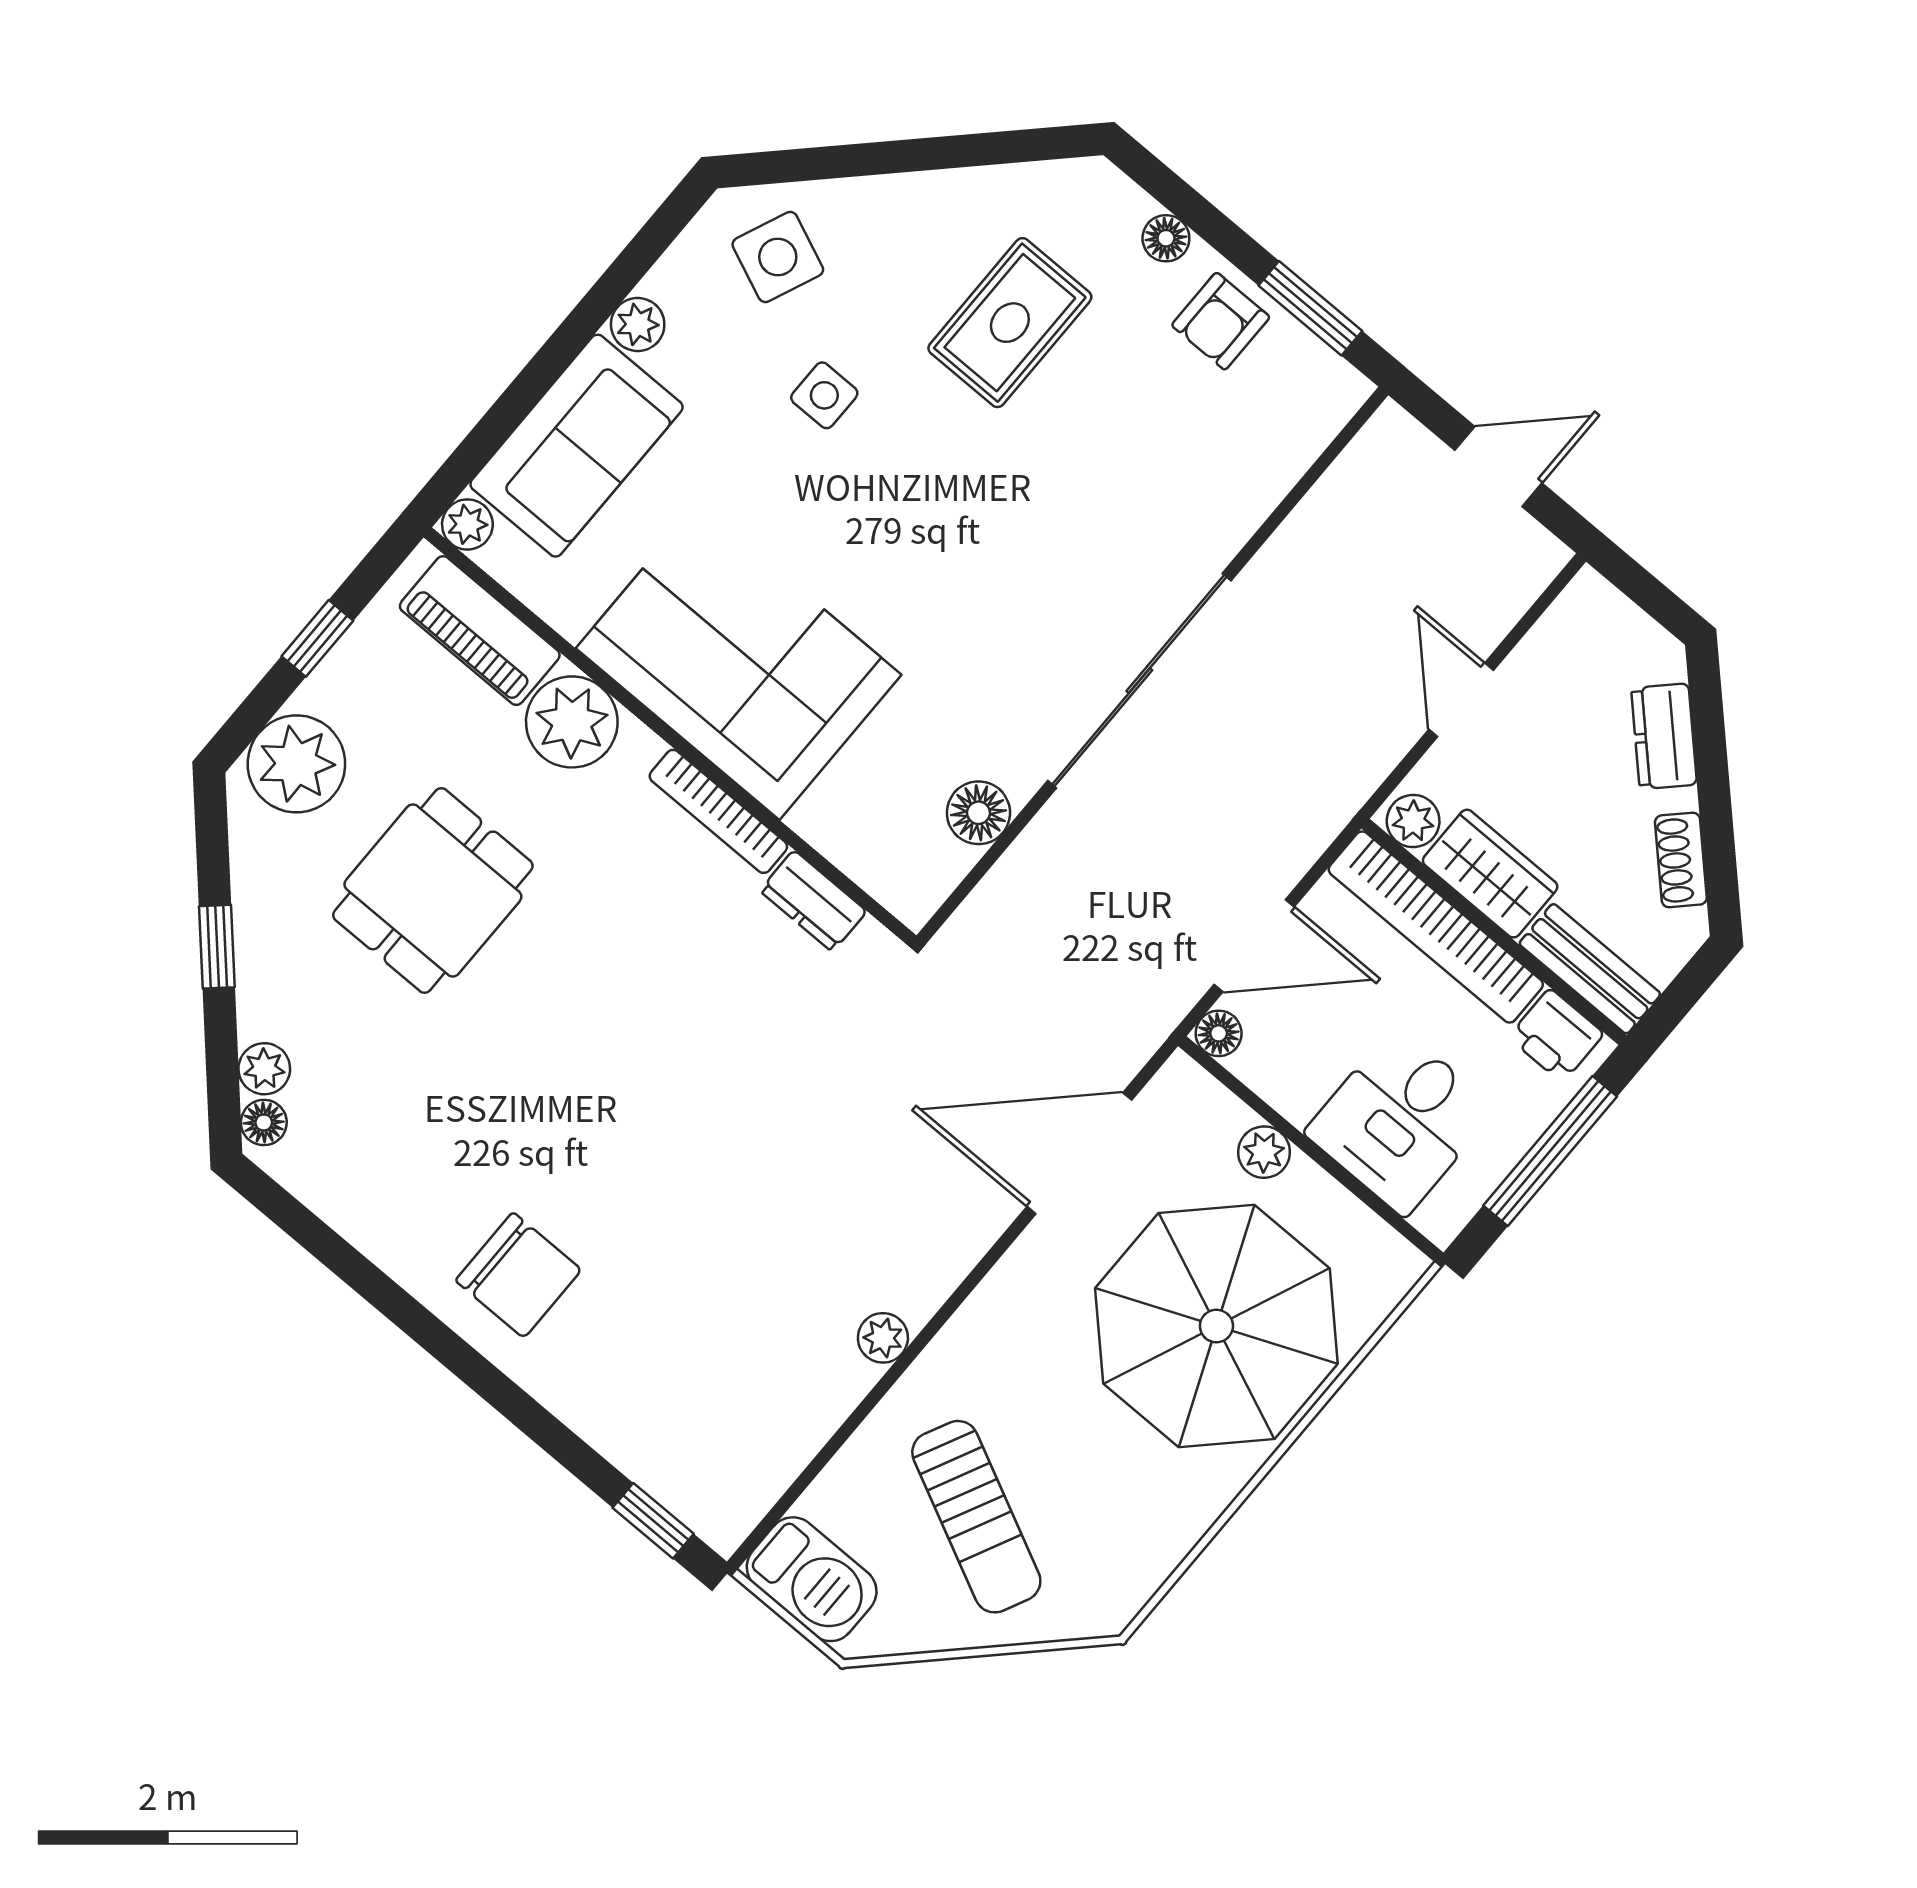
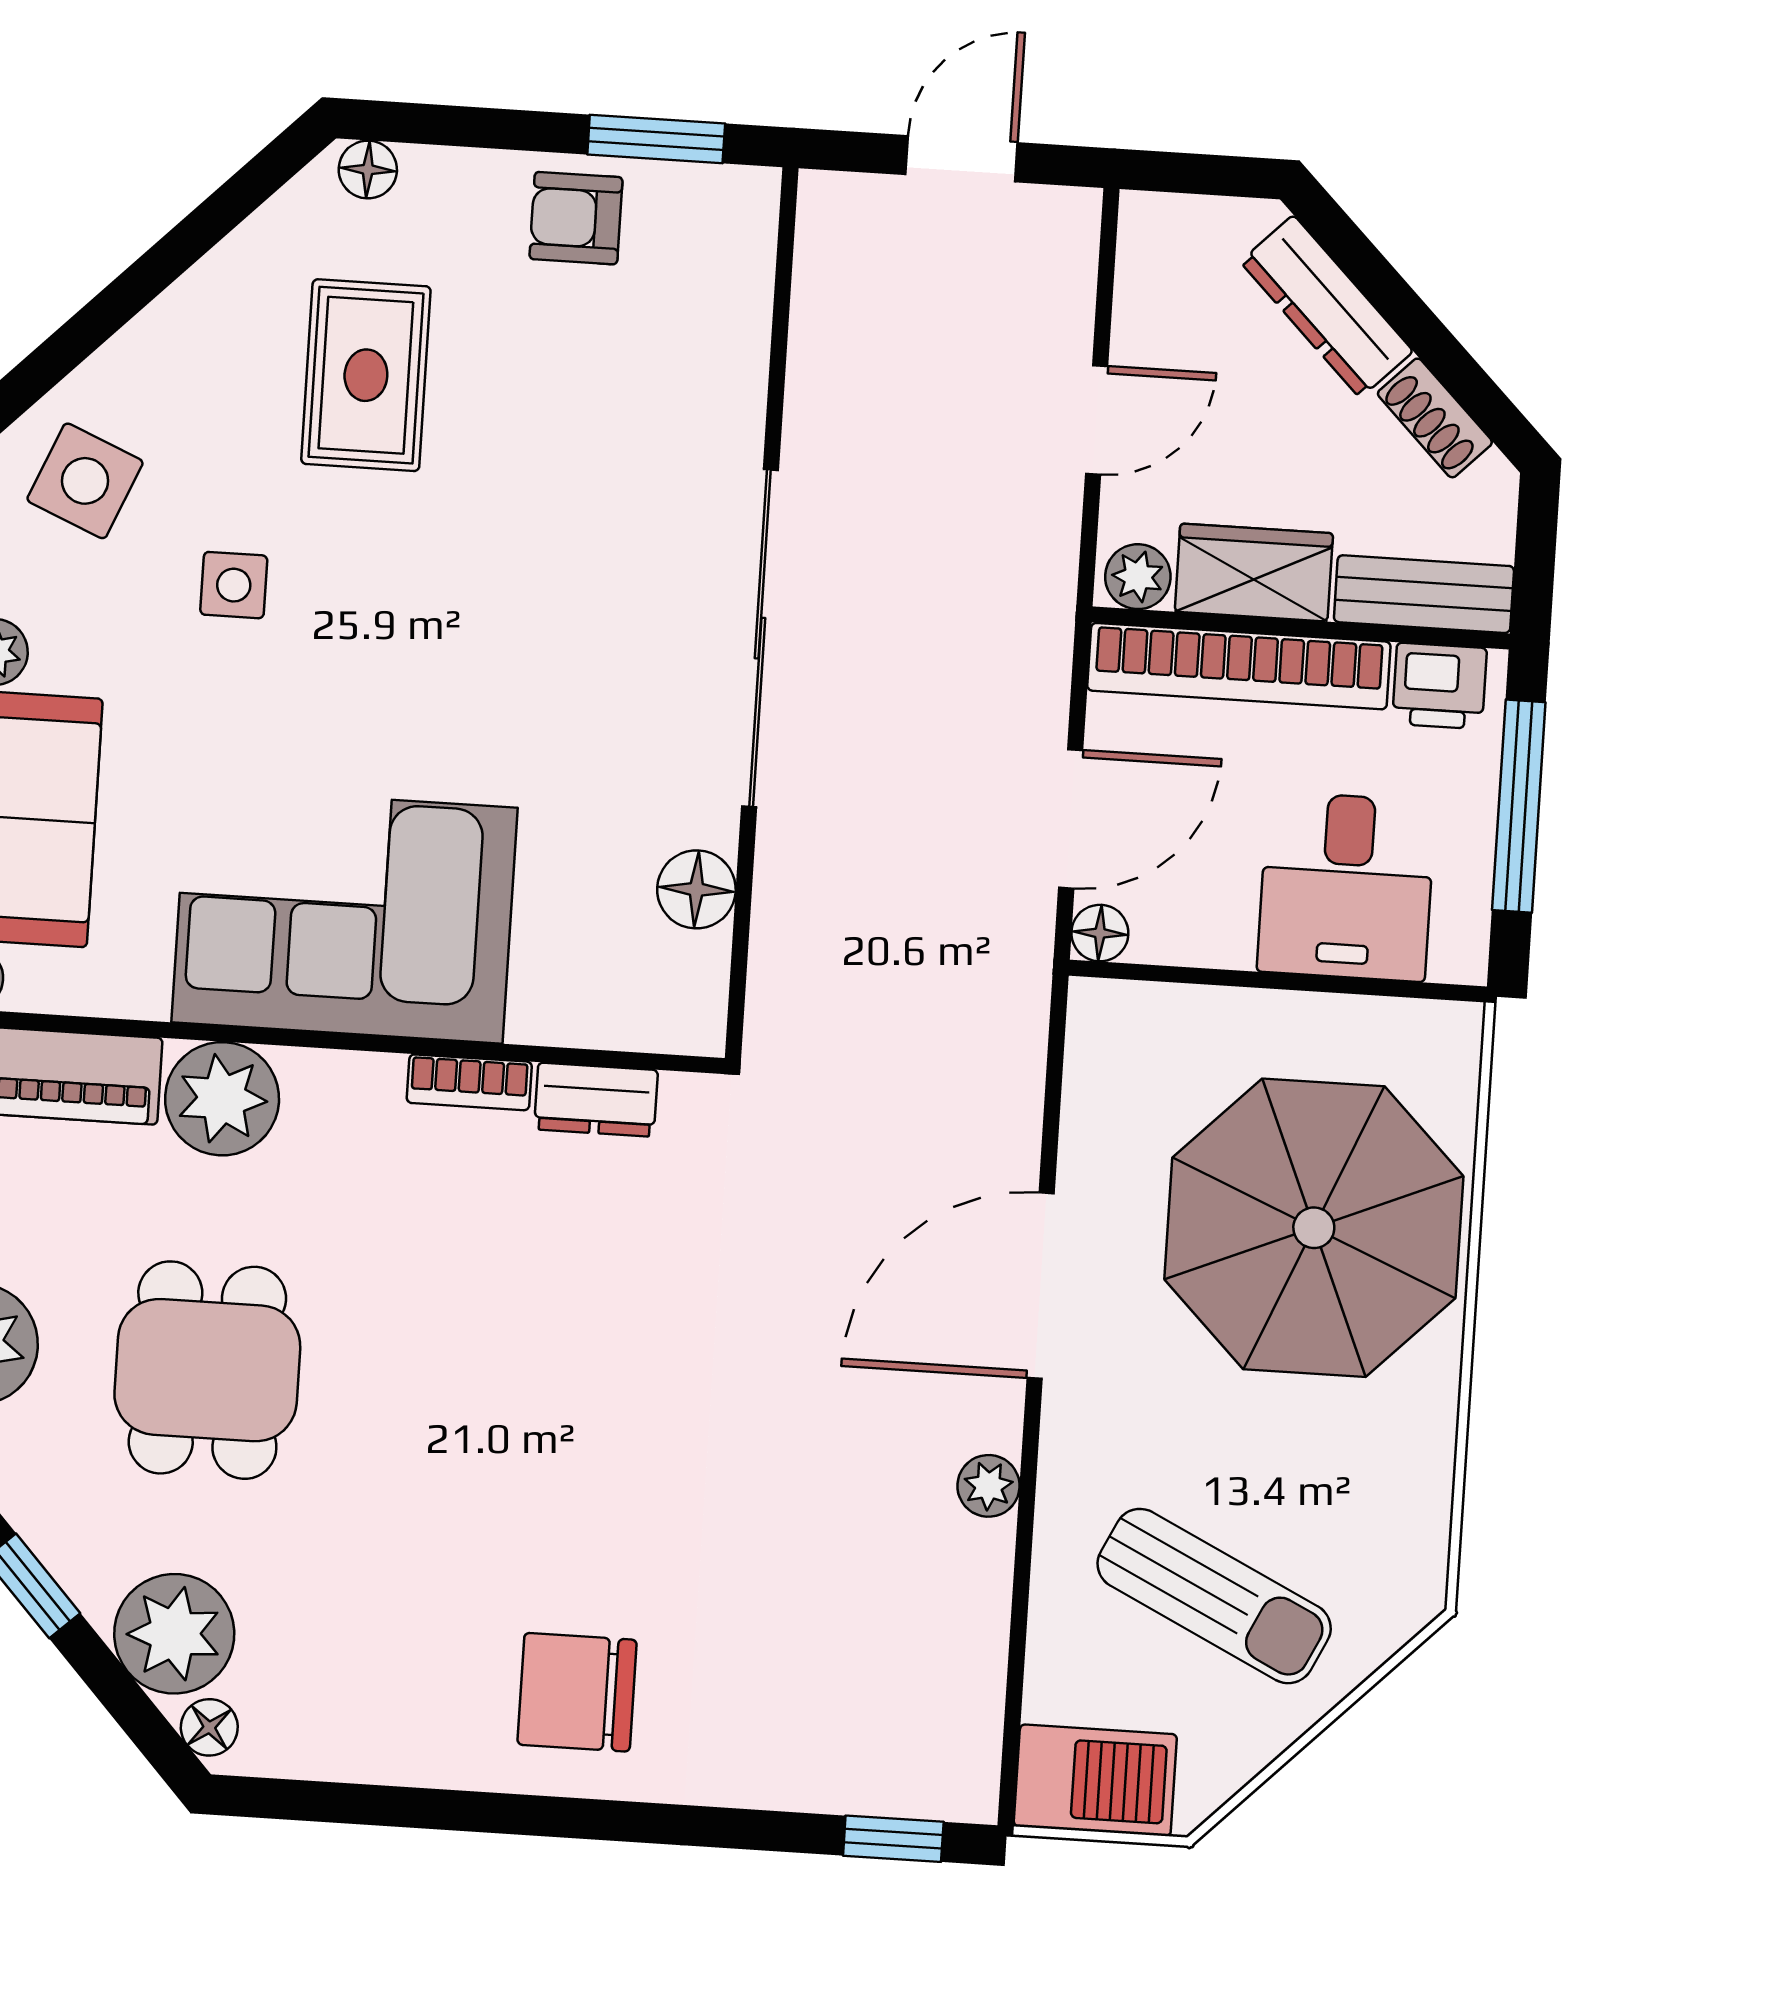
floor lamp: (1166, 238) -> (368, 170), moved
armchair: (1221, 321) -> (576, 218), turned 90
door: (1461, 700) -> (1097, 420), swing flipped
dresser: (1664, 736) -> (1327, 306), width x1.44
bookcase: (718, 811) -> (469, 1082), width x0.64
plant: (264, 1069) -> (174, 1634), width x1.87, depth x1.87
plant: (1264, 1152) -> (1233, 1018), removed
door: (1079, 1153) -> (1041, 1286), moved
chair: (518, 1275) -> (577, 1692), turned 180

